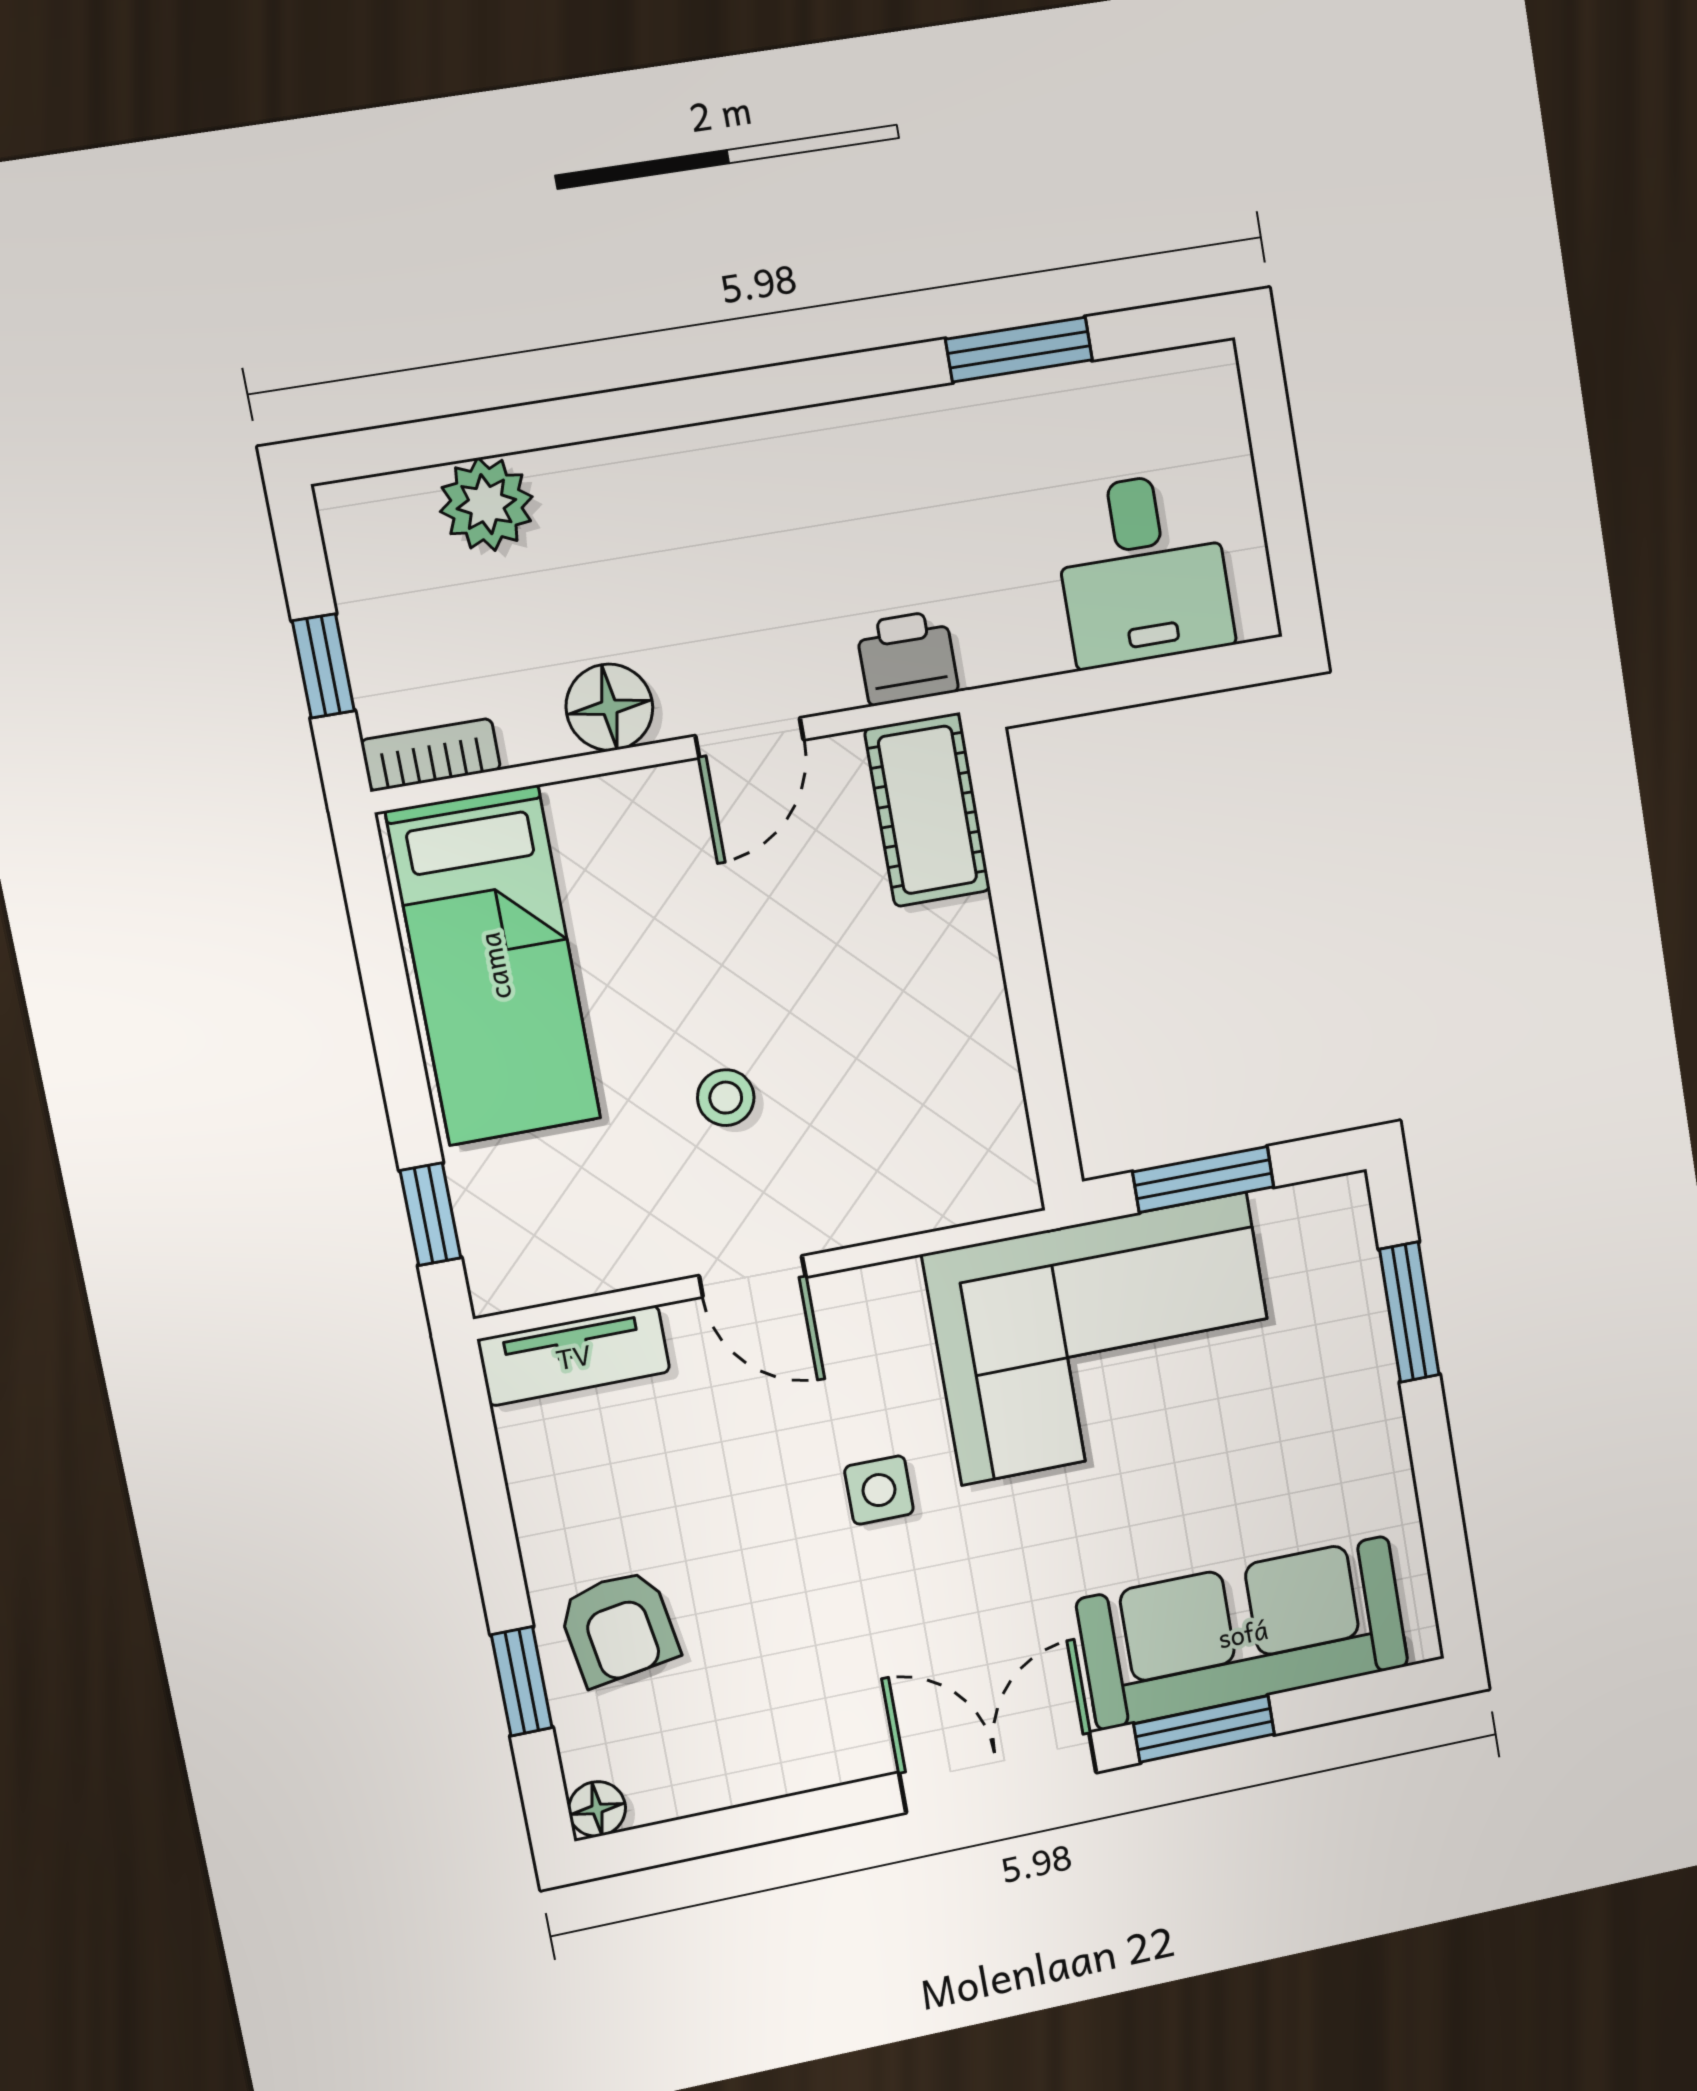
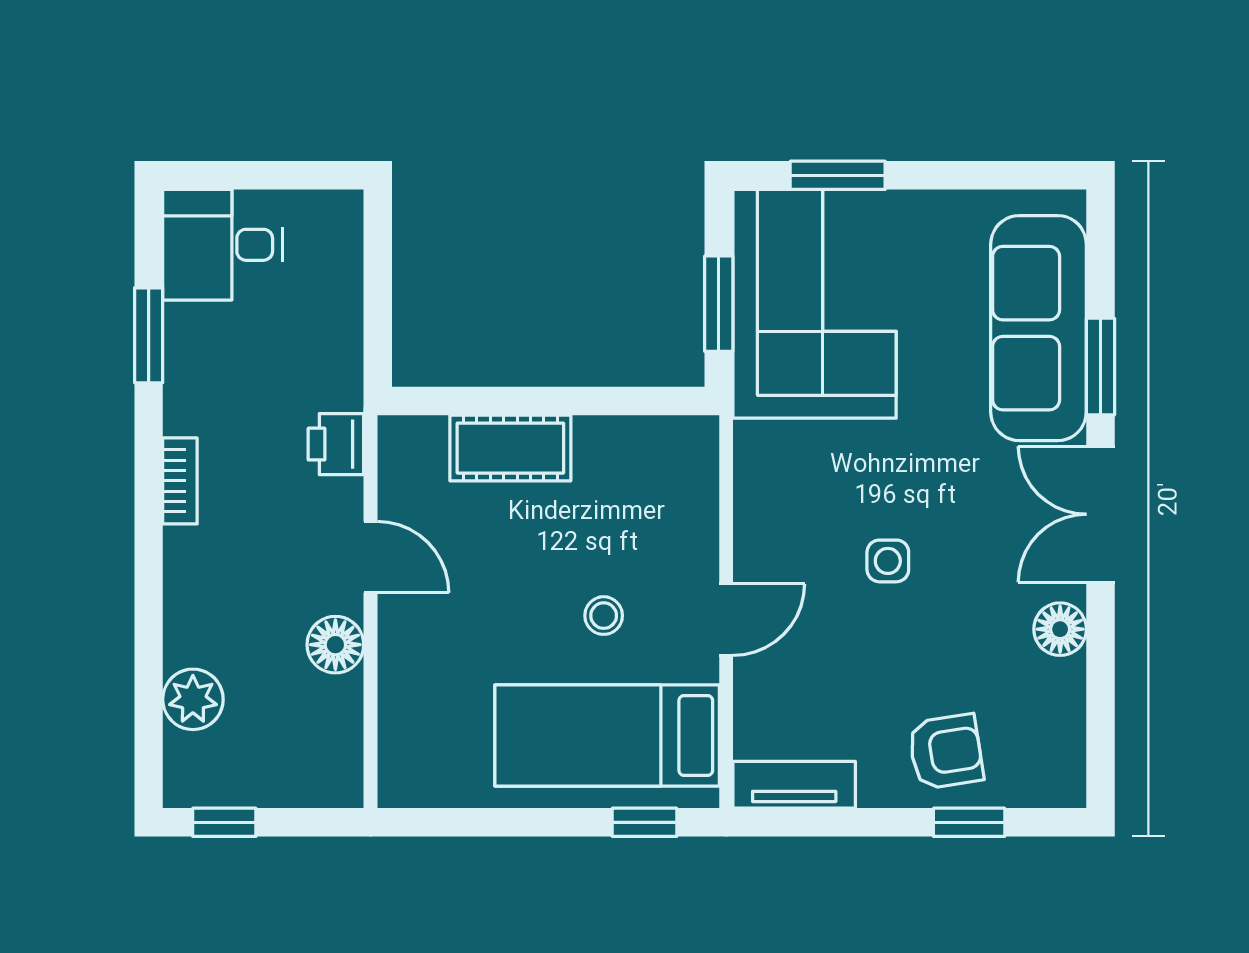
desk: (1143, 569) -> (222, 245), moved, turned 180
window: (323, 666) -> (224, 822), moved
bookcase: (431, 755) -> (180, 481), moved, turned 180
cot: (928, 810) -> (510, 448), moved
bed: (494, 966) -> (607, 736), moved, turned 180
corner sofa: (1104, 1339) -> (815, 304), moved
tv unit: (574, 1356) -> (794, 785), moved, turned -90
floor lamp: (597, 1809) -> (1060, 629), moved, width x1.37, depth x1.37

